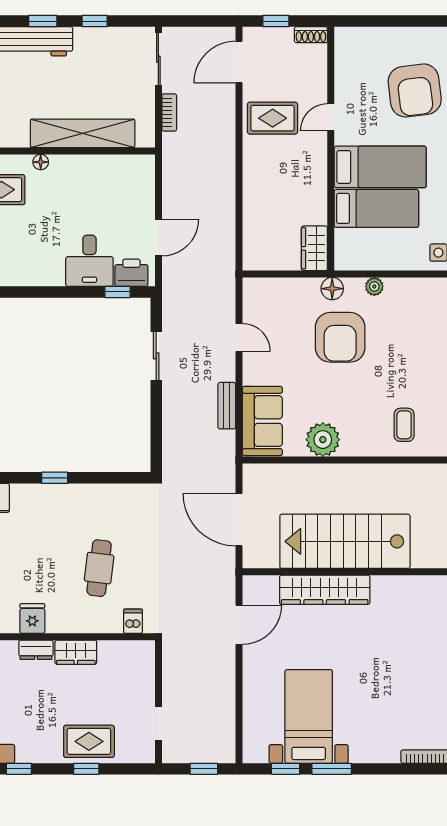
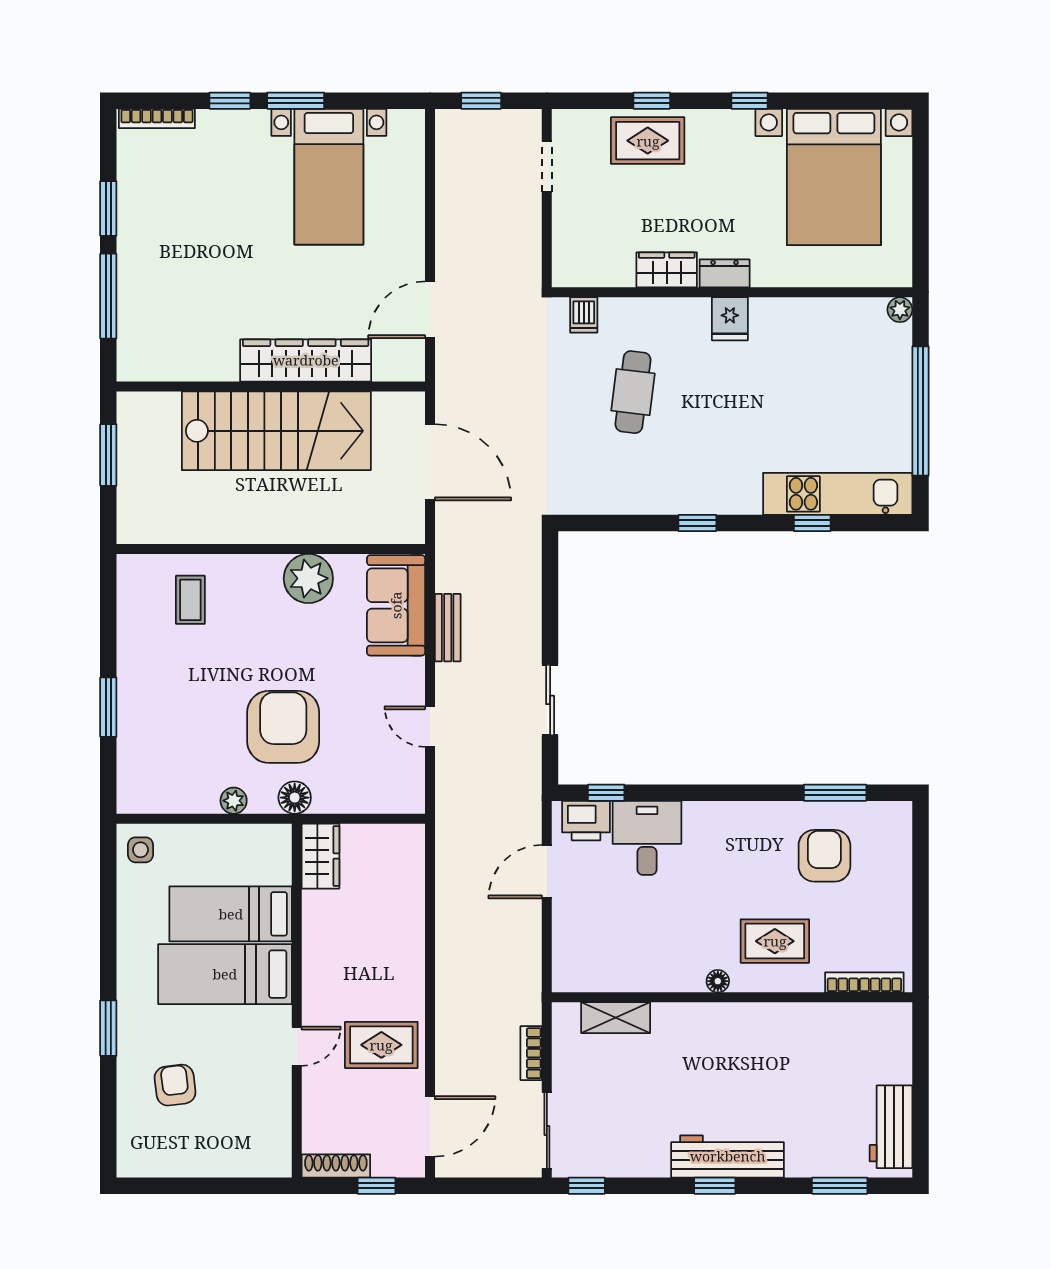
window: (95, 21) -> (587, 1186), moved
shoe rack: (311, 35) -> (336, 1166), width x1.43
armchair: (415, 90) -> (175, 1085), width x0.53, depth x0.53
shelving: (83, 133) -> (616, 1018), width x0.45, depth x0.75
window: (286, 769) -> (230, 101), moved

